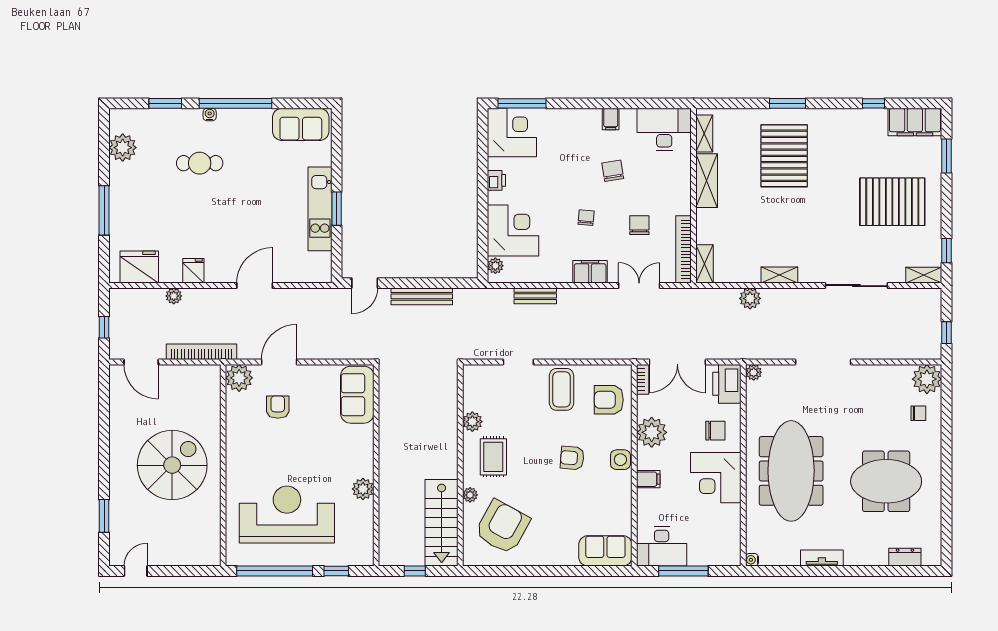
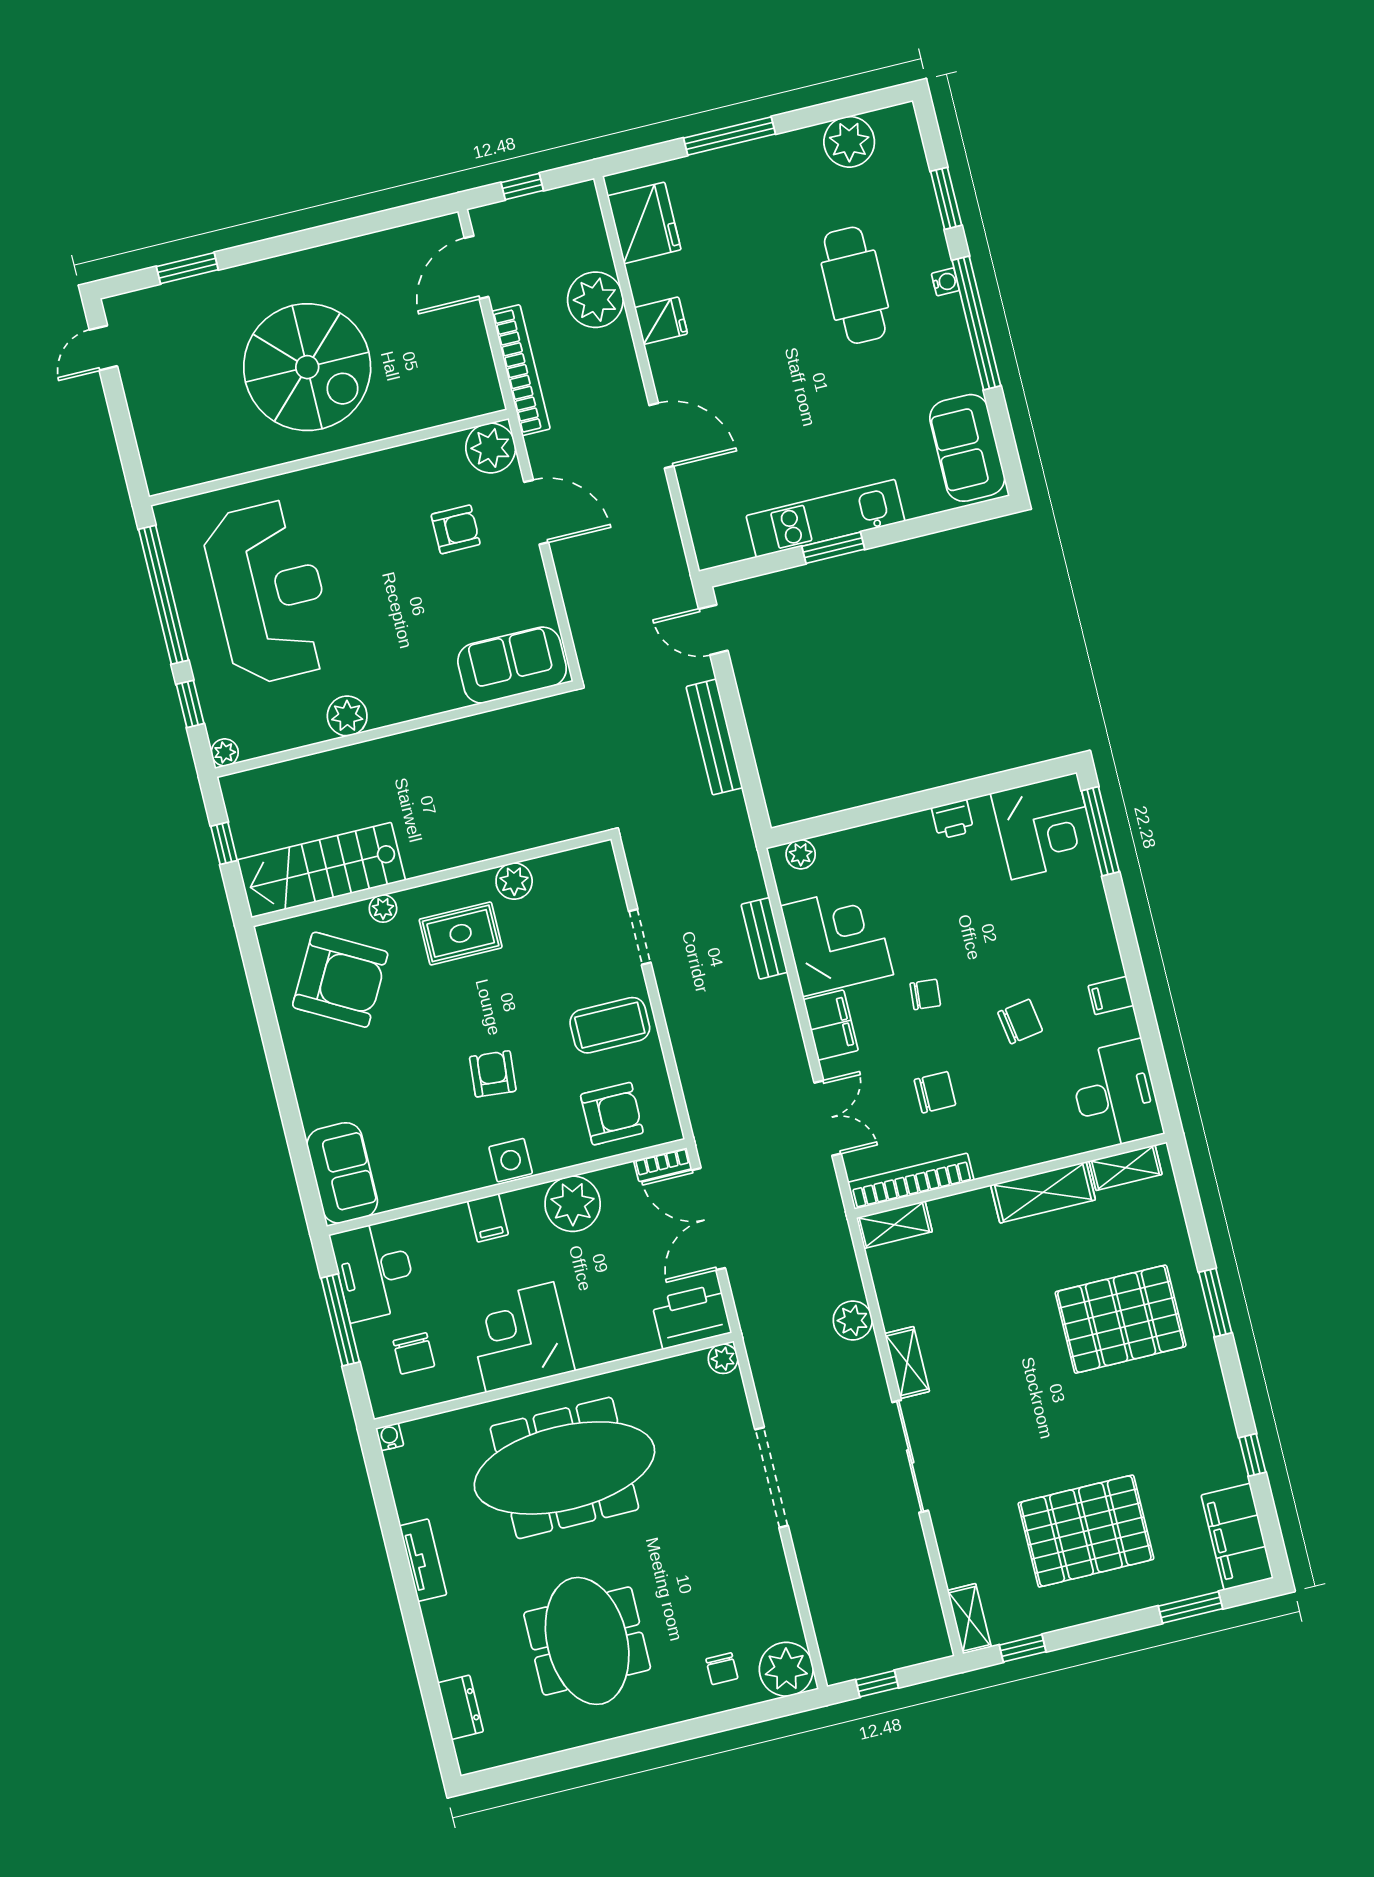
cafe table: (200, 163) -> (855, 285), width x1.37, depth x1.35
pallet: (892, 202) -> (1086, 1531), turned 90
corner desk: (513, 231) -> (837, 940), moved, turned -90
sliding door: (856, 286) -> (910, 1456), moved
plant: (174, 296) -> (595, 300), width x1.88, depth x1.88
armchair: (609, 400) -> (612, 1114), turned 90
chair: (715, 431) -> (414, 1353), moved
plant: (366, 559) -> (225, 752), added
door: (136, 571) -> (103, 348), swing flipped

